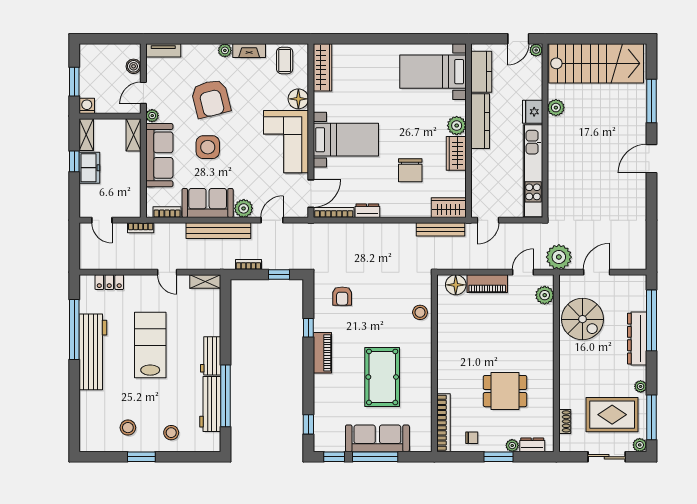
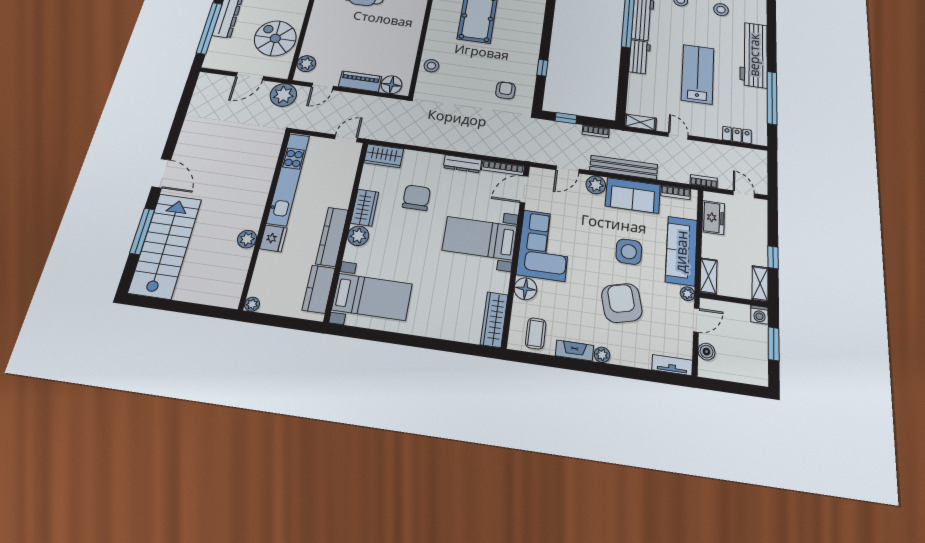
door: (518, 39) -> (269, 320), removed
stairs: (596, 63) -> (165, 245), moved, turned 90
door: (651, 159) -> (161, 173), hinge flipped
freezer: (89, 168) -> (713, 218), moved, turned 180
dresser: (367, 211) -> (462, 164), width x1.44
bench: (440, 229) -> (396, 137), removed
lab bench: (150, 345) -> (698, 74), turned 180
workbench: (93, 352) -> (754, 55), moved
piano: (322, 353) -> (532, 45), removed

